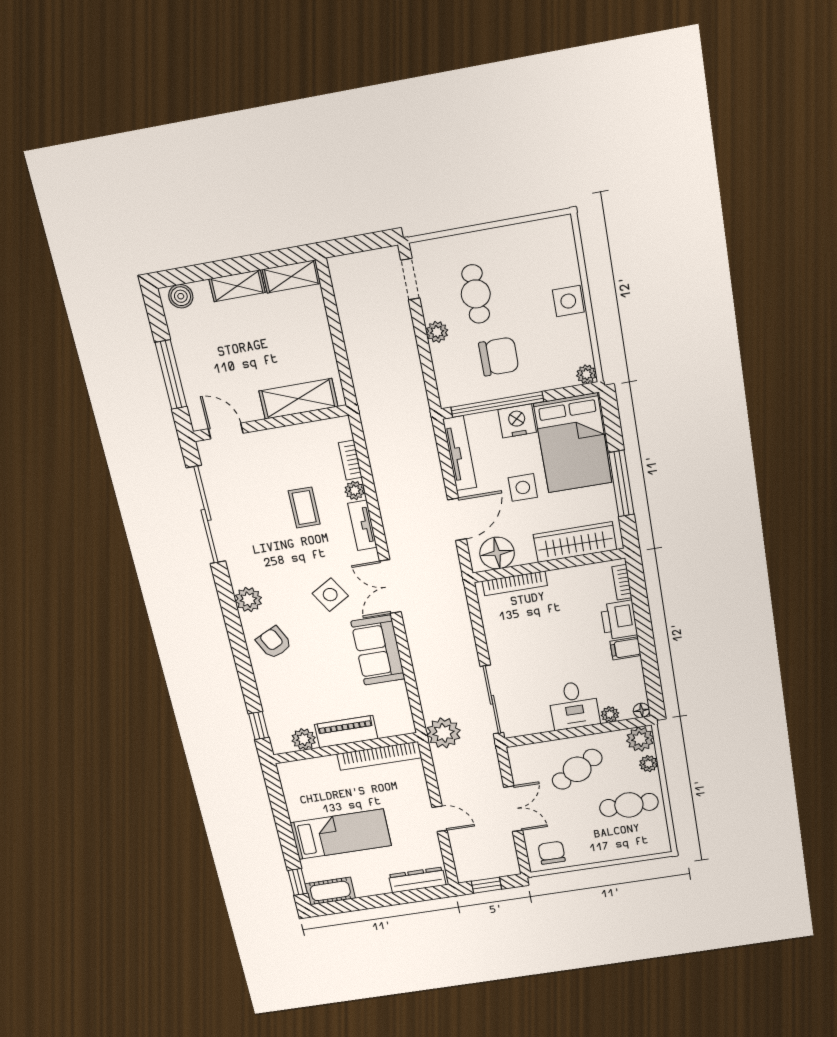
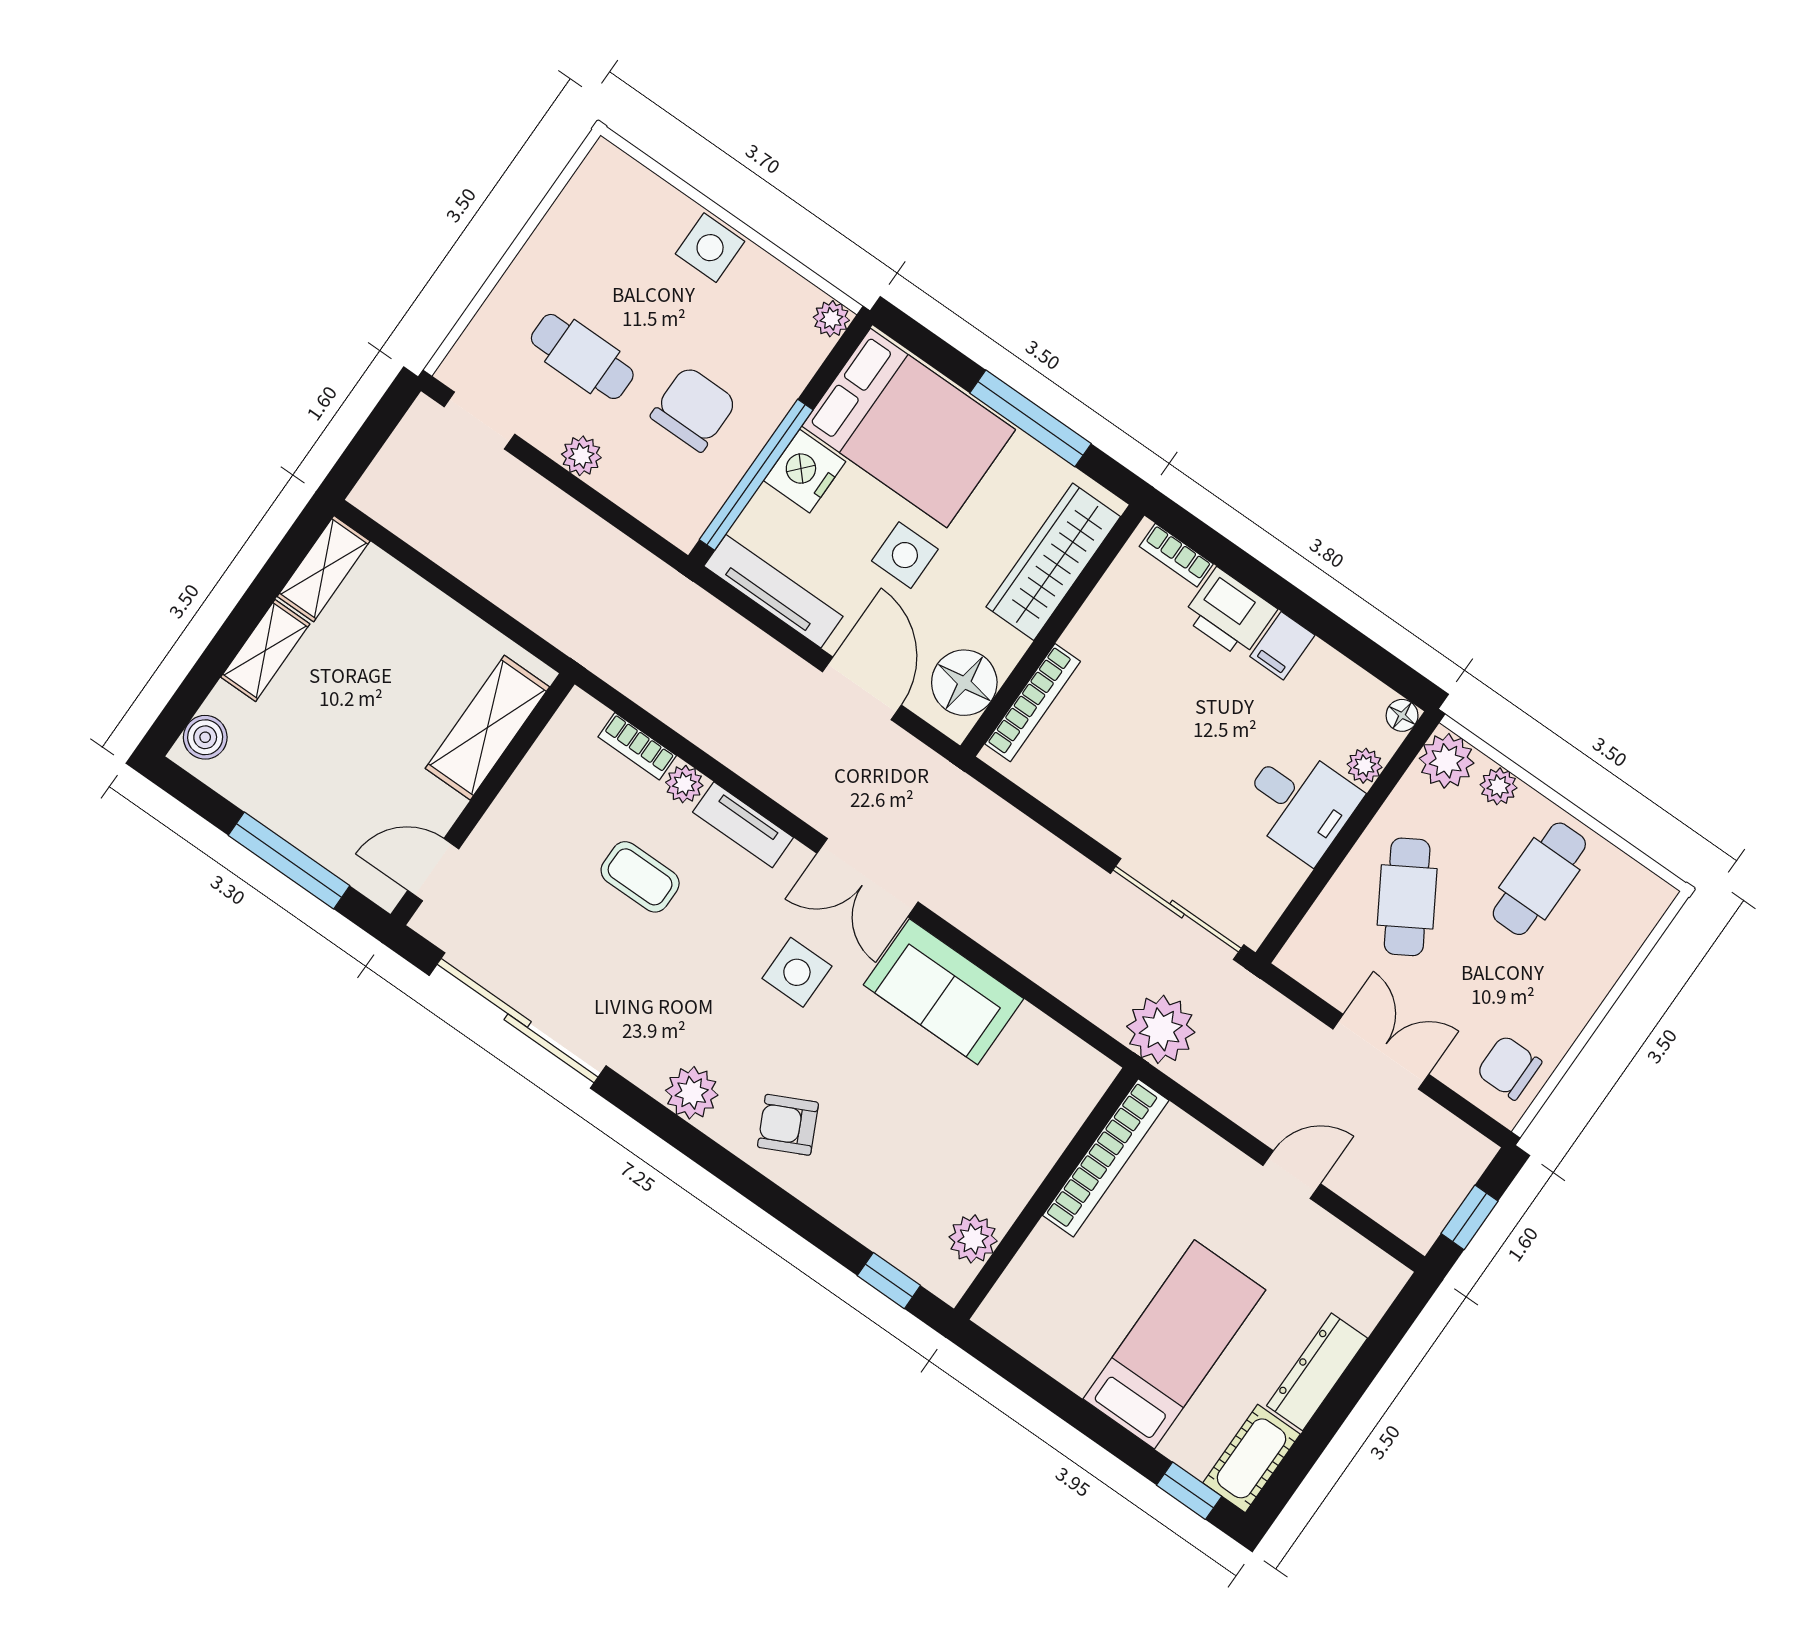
side table: (330, 595) -> (797, 972), turned 31
piano: (346, 732) -> (1021, 1166), removed
dresser: (417, 880) -> (1317, 1372), moved

